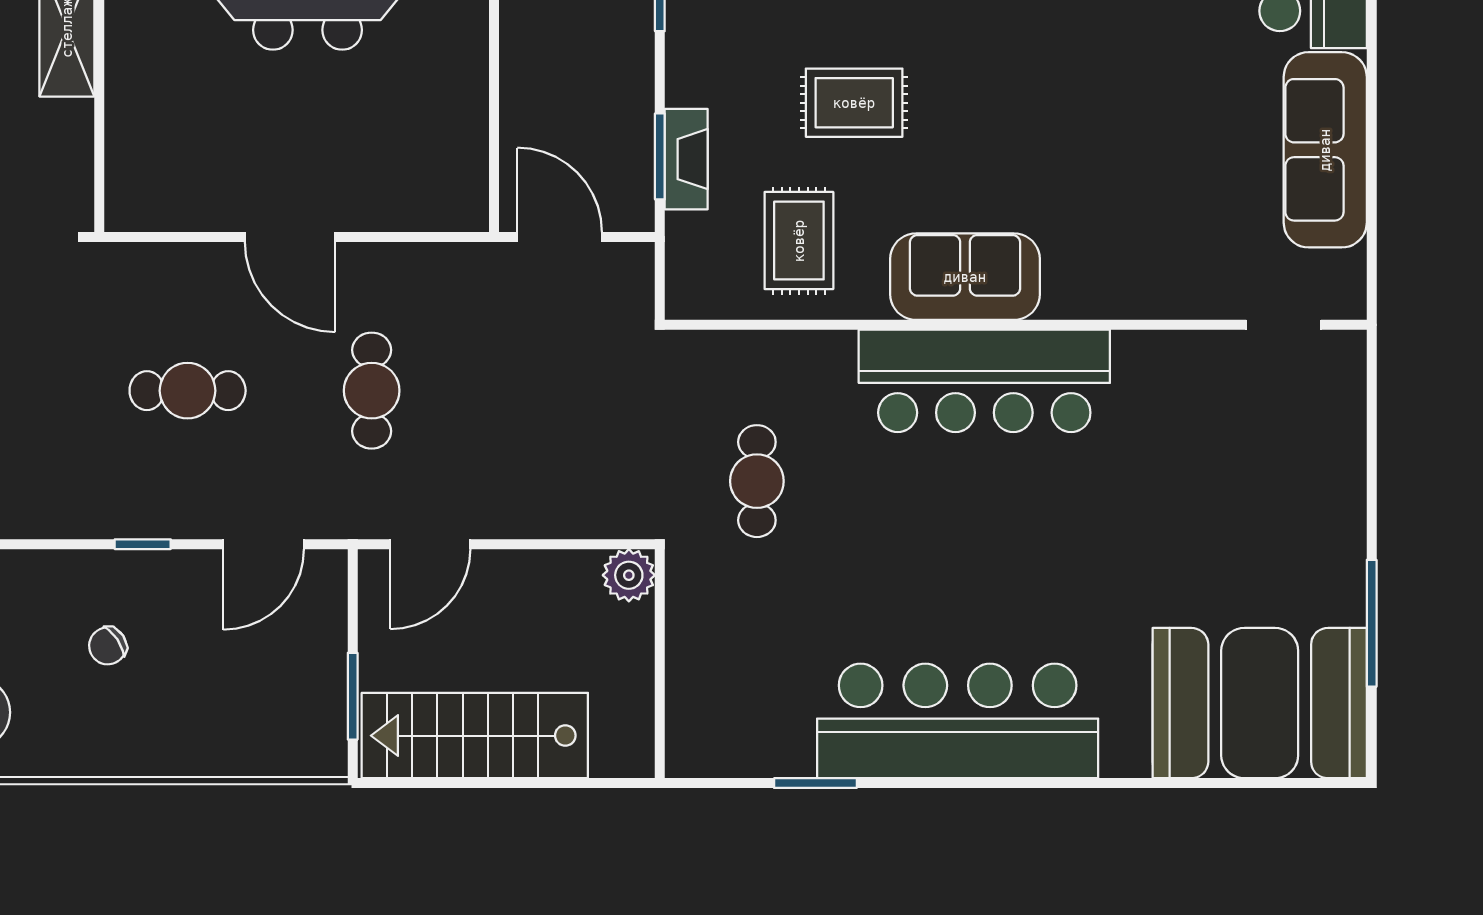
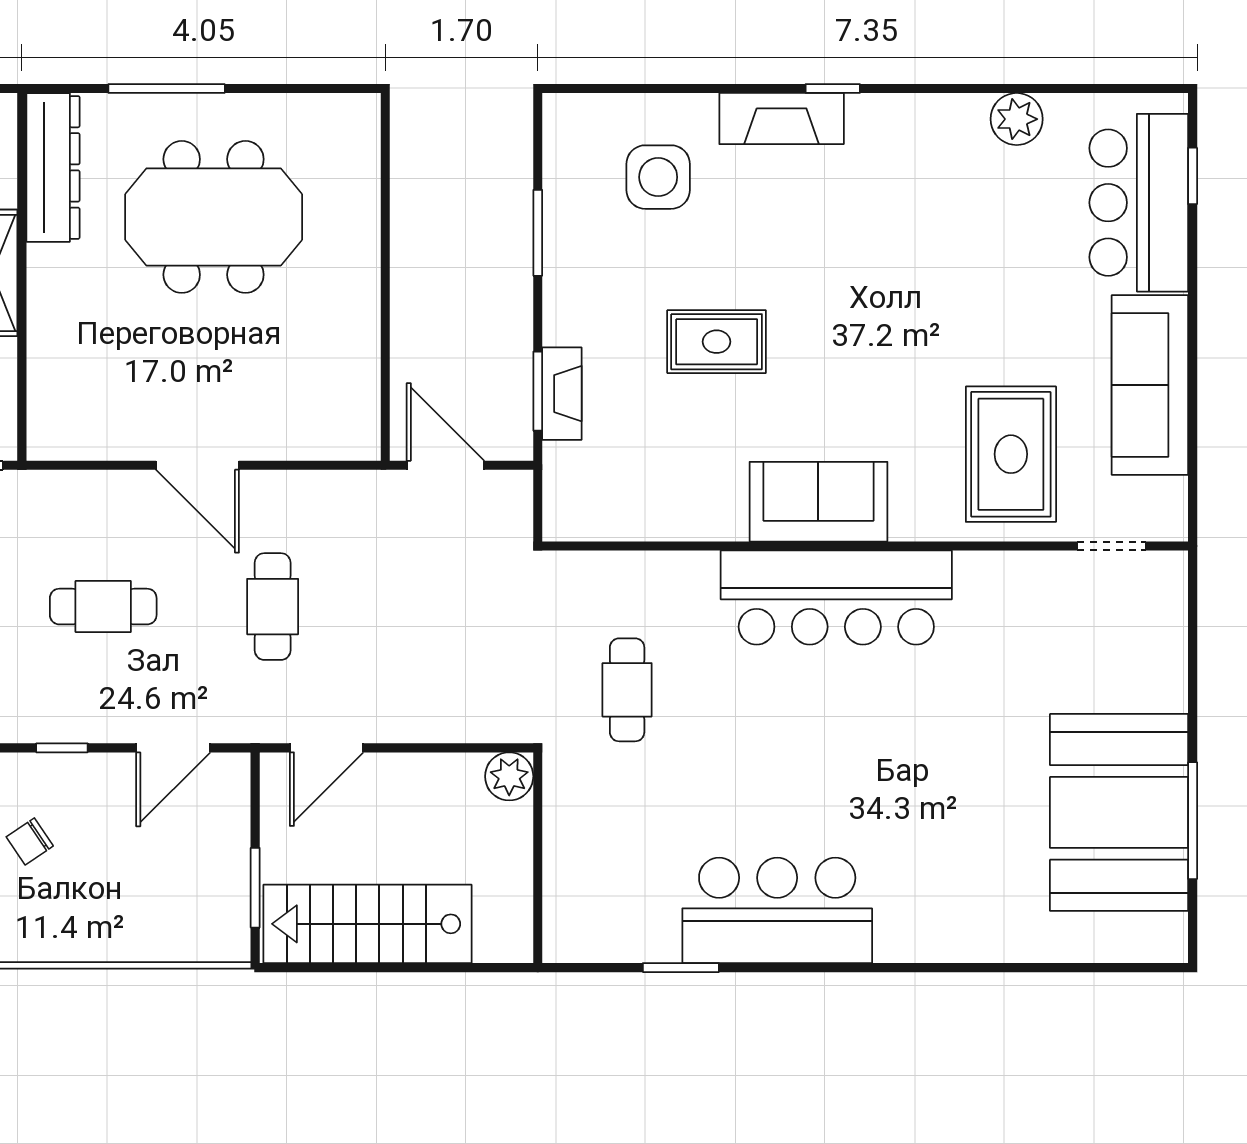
rug: (799, 241) -> (1011, 454), moved, width x1.36, depth x1.43
booth: (1260, 703) -> (1119, 812), moved, turned 90
bar counter: (958, 721) -> (777, 910), width x0.73

